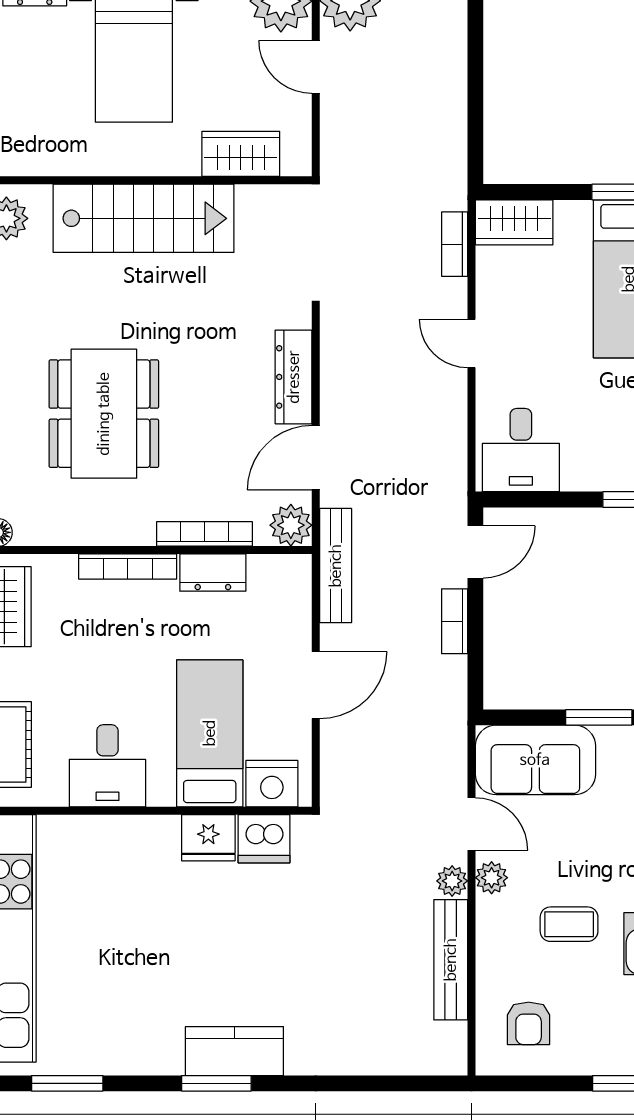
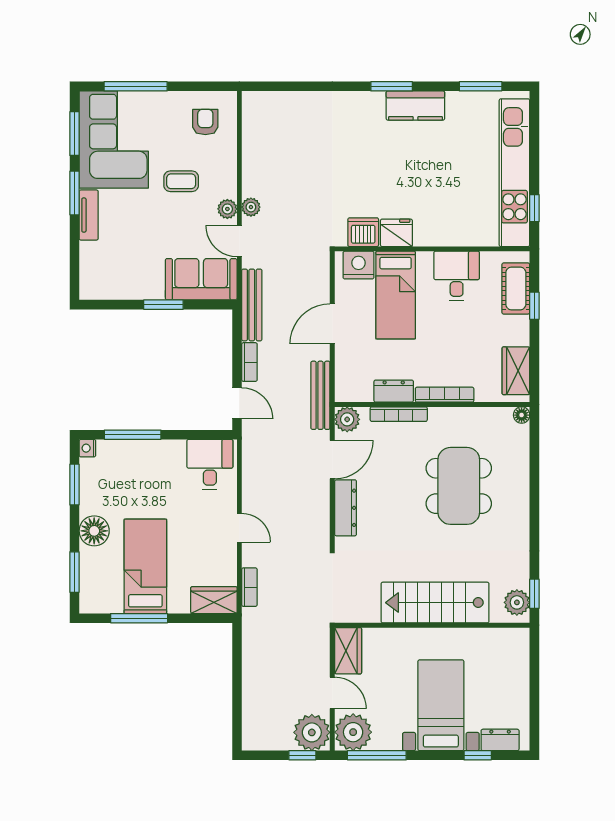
wardrobe: (241, 154) -> (348, 651), moved, turned -90
door: (475, 552) -> (237, 403), swing flipped
bench: (451, 960) -> (252, 305), moved
kitchen counter: (234, 1051) -> (415, 106), moved

